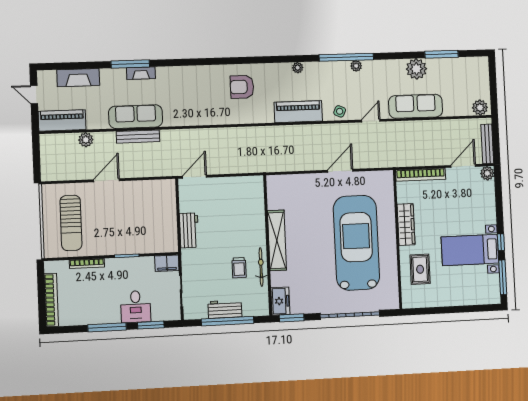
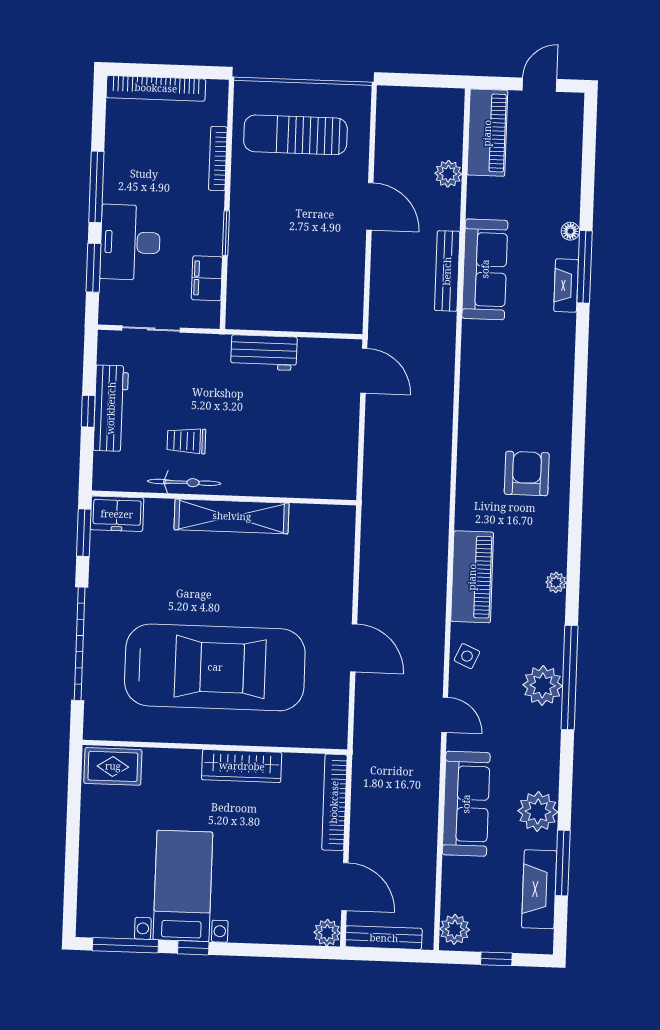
plant: (356, 66) -> (543, 685), width x1.88, depth x1.88
floor lamp: (112, 73) -> (570, 231), added
fireplace: (78, 78) -> (539, 889), moved
window: (493, 85) -> (496, 959), added
filing cabinet: (167, 263) -> (207, 278), moved
rug: (420, 269) -> (113, 766), moved
desk: (136, 307) -> (130, 242), width x1.37
workbench: (225, 309) -> (111, 408), width x1.38
window: (228, 321) -> (88, 411), width x0.32

